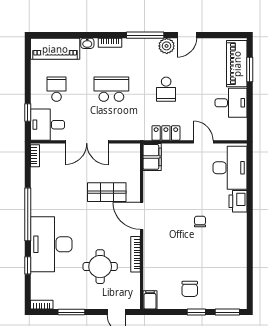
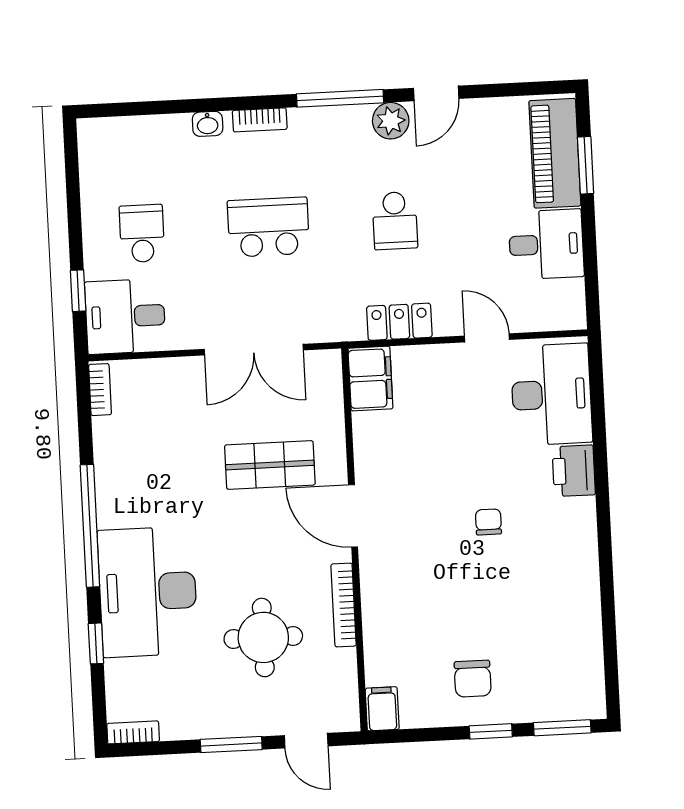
piano: (55, 49) -> (134, 140), removed
double door: (87, 142) -> (254, 350), moved
window: (71, 312) -> (231, 744), moved

